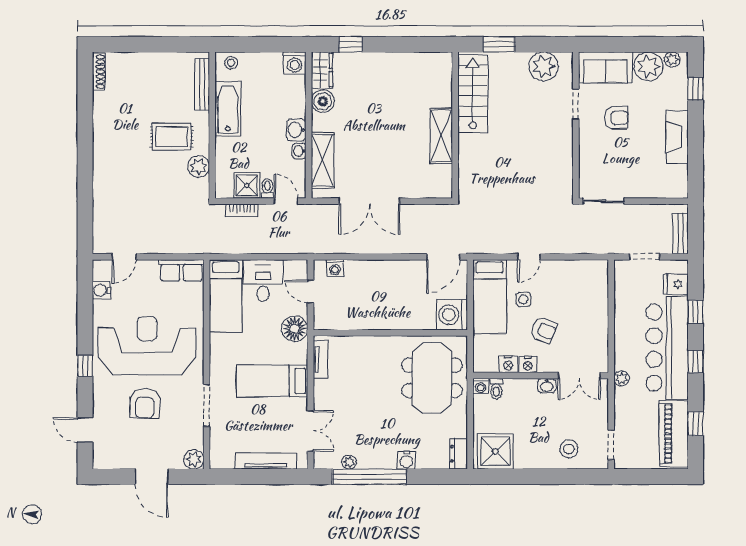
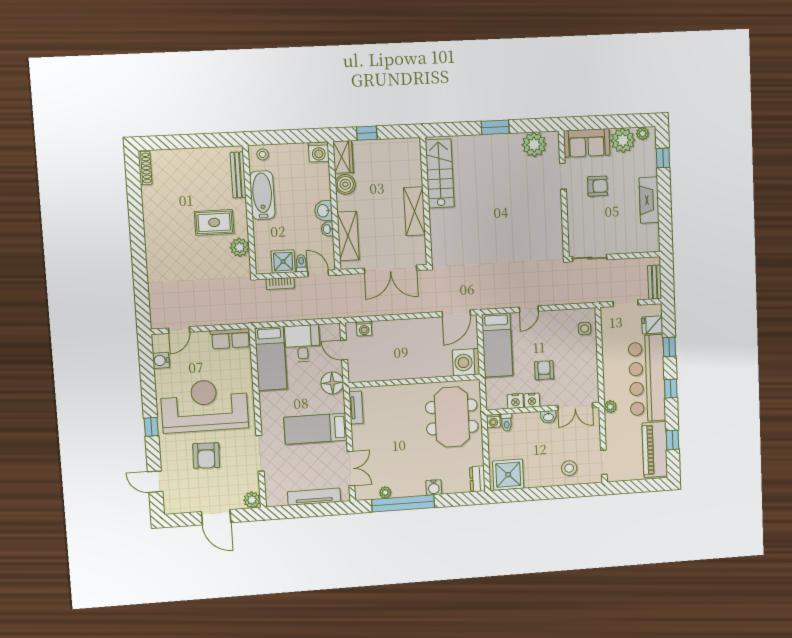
stairs: (473, 94) -> (440, 173), moved
wall: (455, 125) -> (426, 201), moved
shelving: (441, 136) -> (414, 211), moved
side table: (524, 299) -> (585, 329), moved
armchair: (544, 330) -> (544, 370), turned -112

